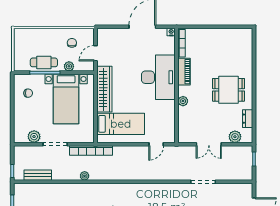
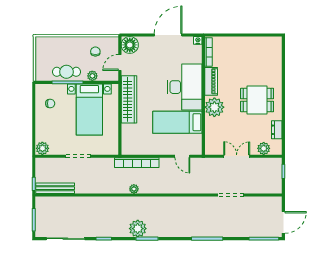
floor lamp: (105, 36) -> (130, 45), added
plant: (183, 101) -> (214, 107), width x1.87, depth x1.87
bed: (121, 124) -> (177, 122), moved, turned 180
plant: (34, 137) -> (42, 148), moved
door: (156, 144) -> (182, 156), hinge flipped
double door: (209, 144) -> (237, 156), swing flipped
bookcase: (91, 151) -> (137, 163), moved
bench: (38, 175) -> (55, 188), width x1.36
plant: (85, 176) -> (134, 189), moved

